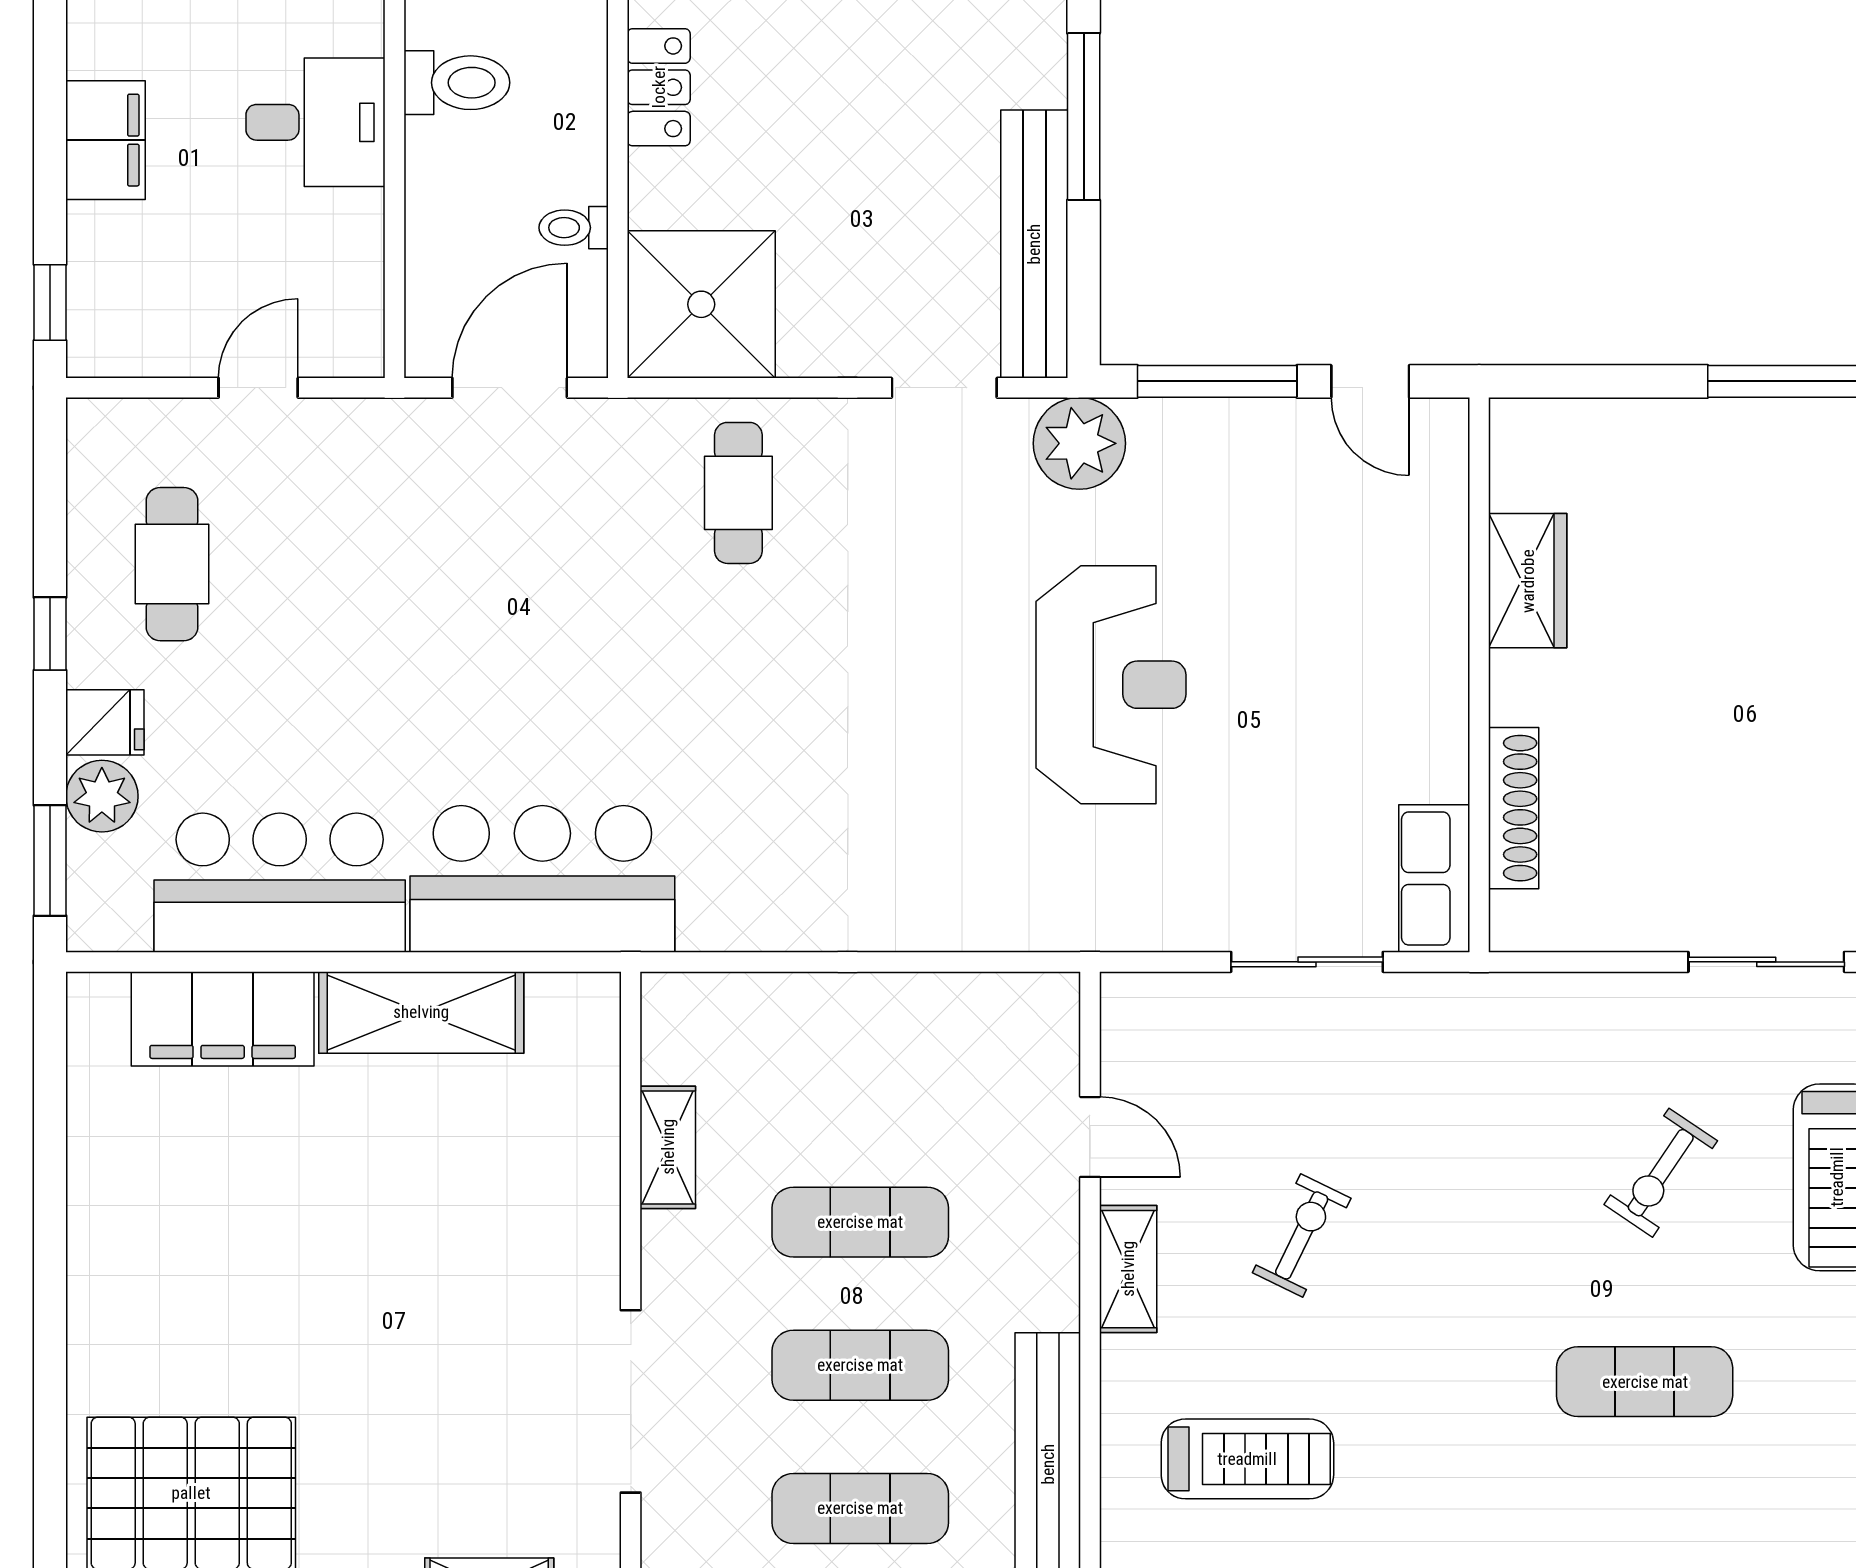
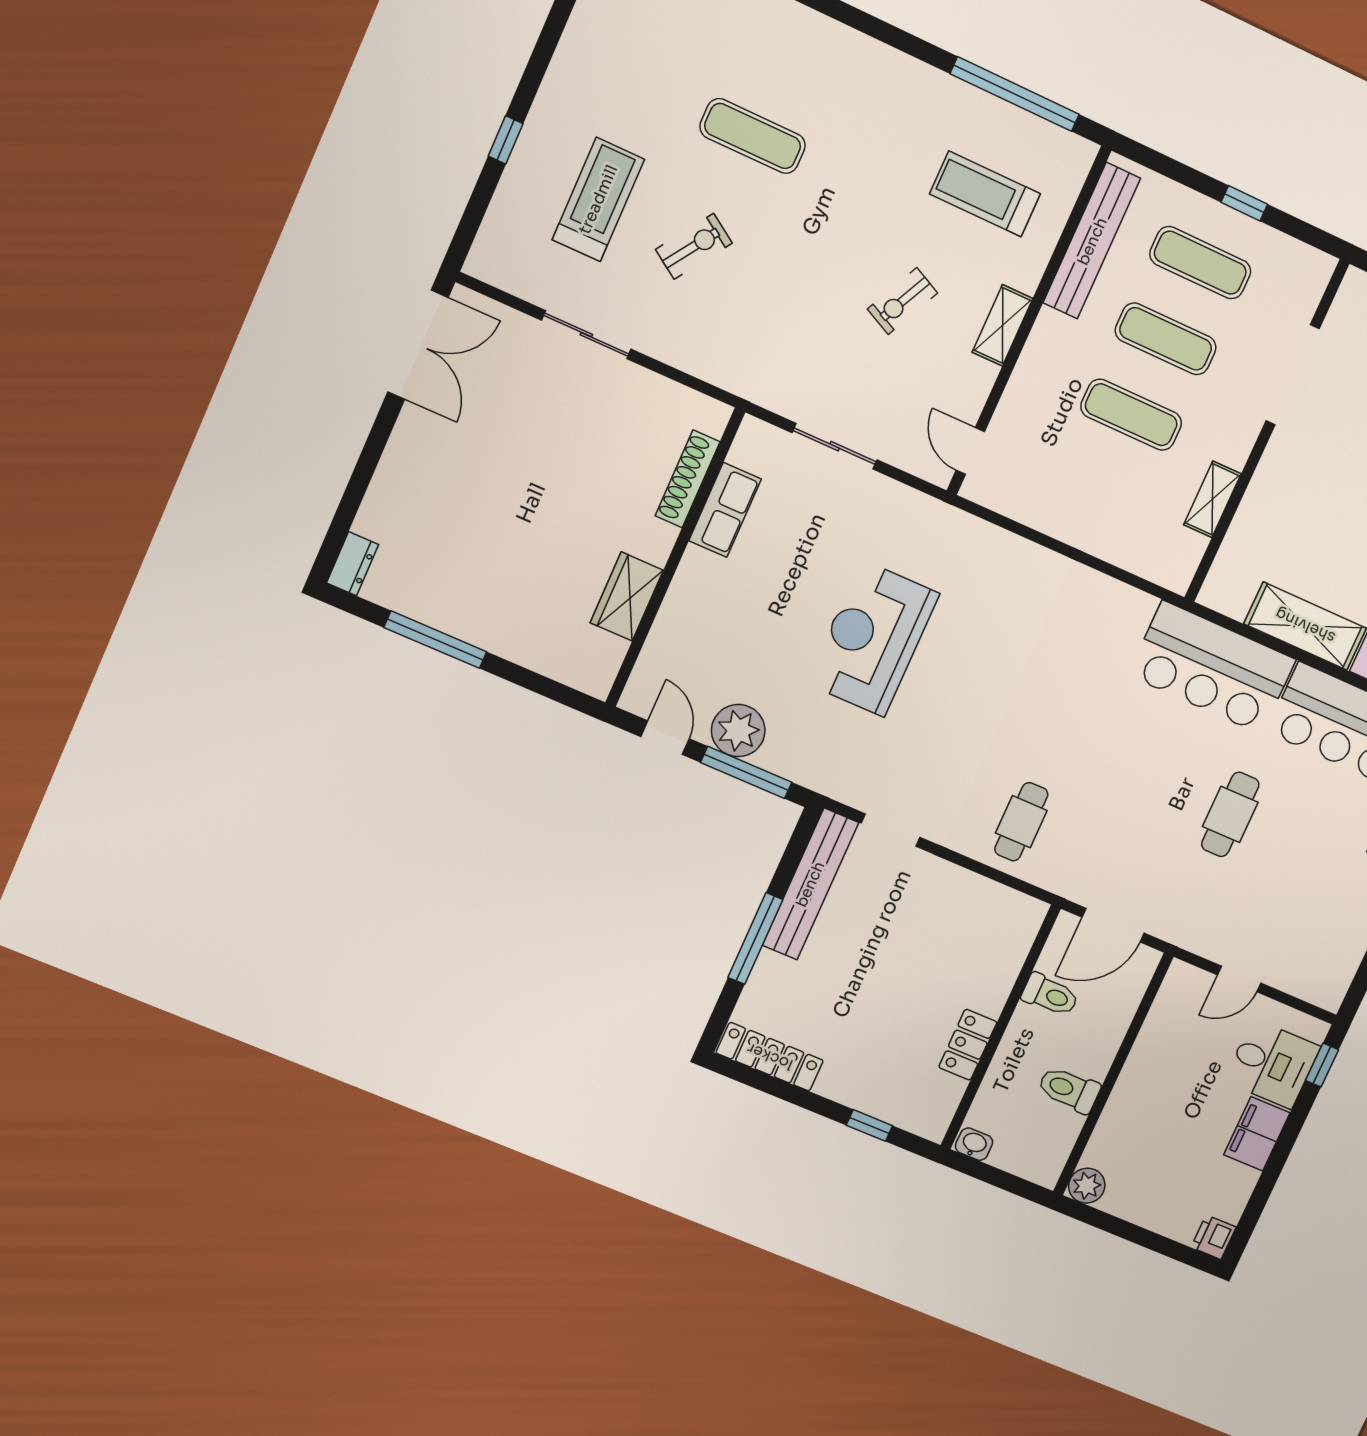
desk: (315, 122) -> (1272, 1064), moved, turned 180
toilet: (574, 228) -> (1050, 995), width x1.37, depth x1.39
shower: (701, 304) -> (996, 926), removed
plant: (1079, 443) -> (738, 731), moved
cafe table: (172, 564) -> (1230, 814), moved
row of seats: (1434, 878) -> (725, 510), moved
door: (1090, 1137) -> (970, 451), moved

